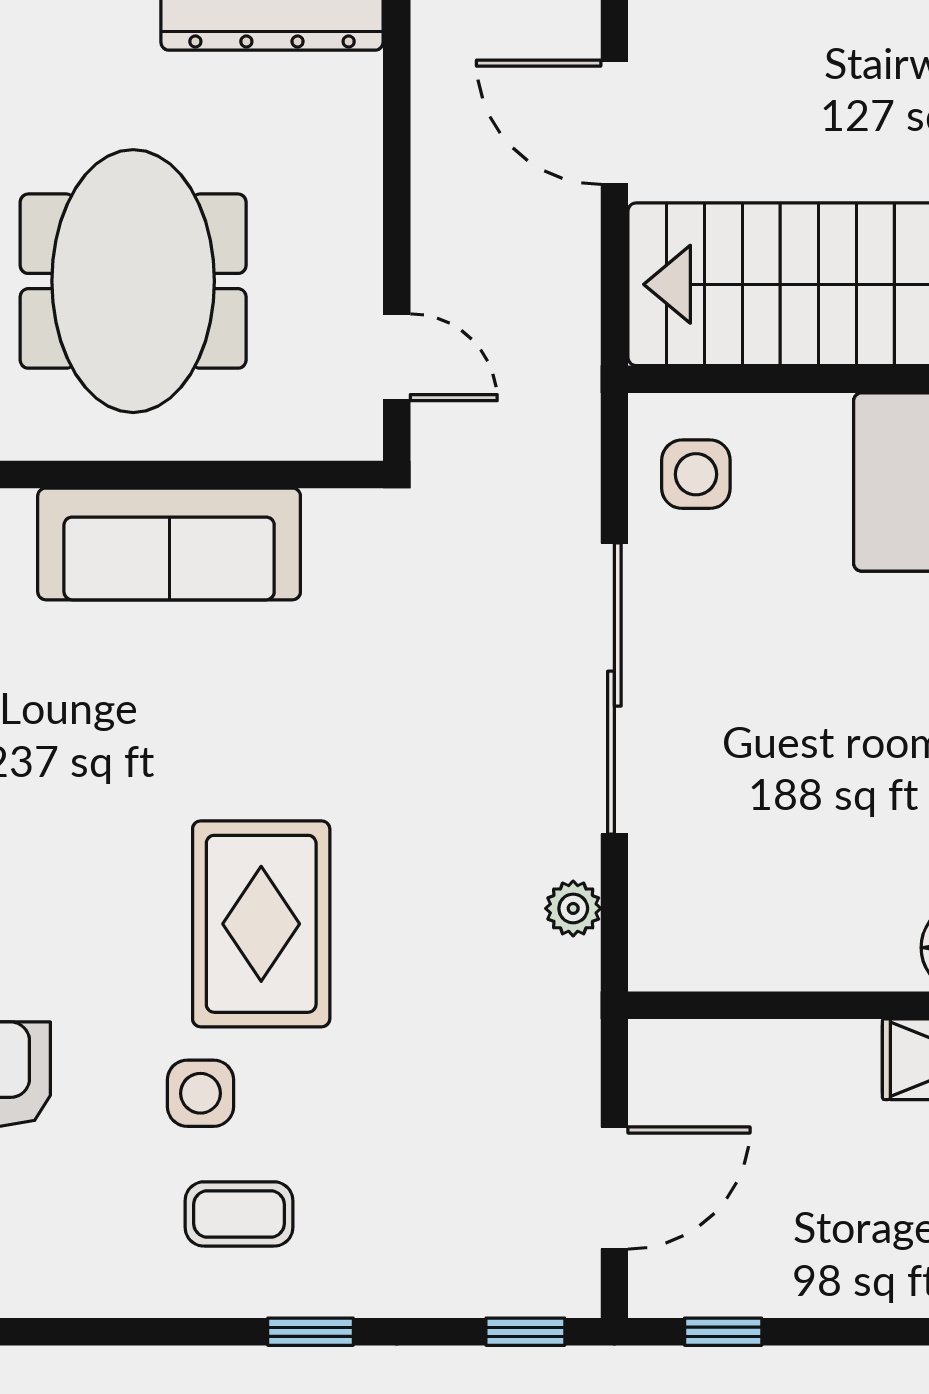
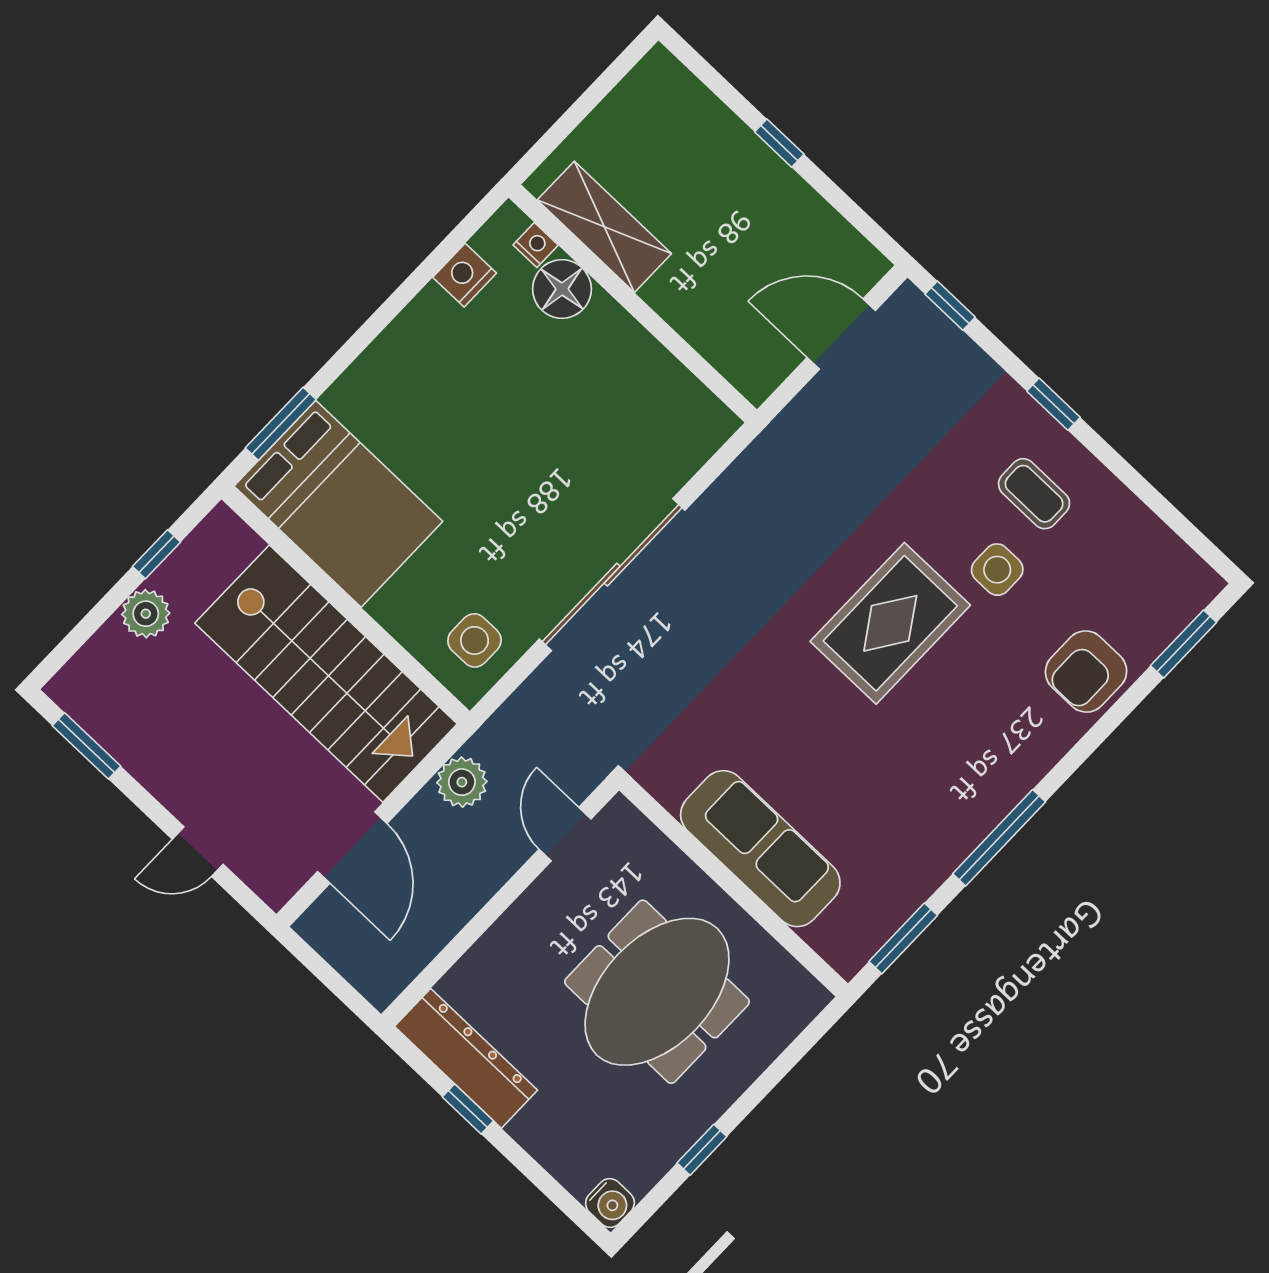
plant: (573, 908) -> (462, 782), moved, width x1.38, depth x1.38
window: (723, 1332) -> (779, 143), moved

